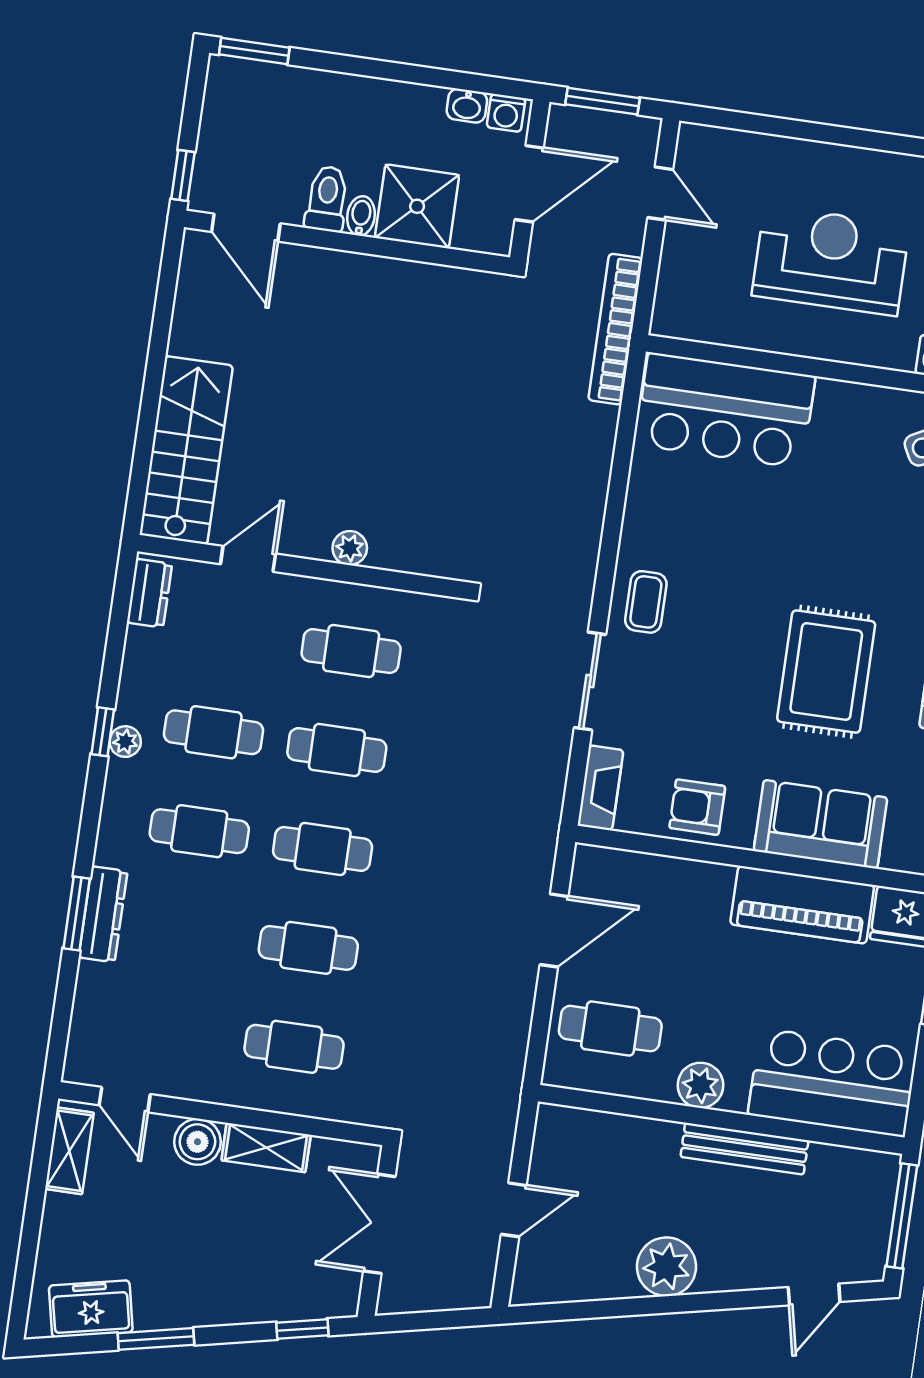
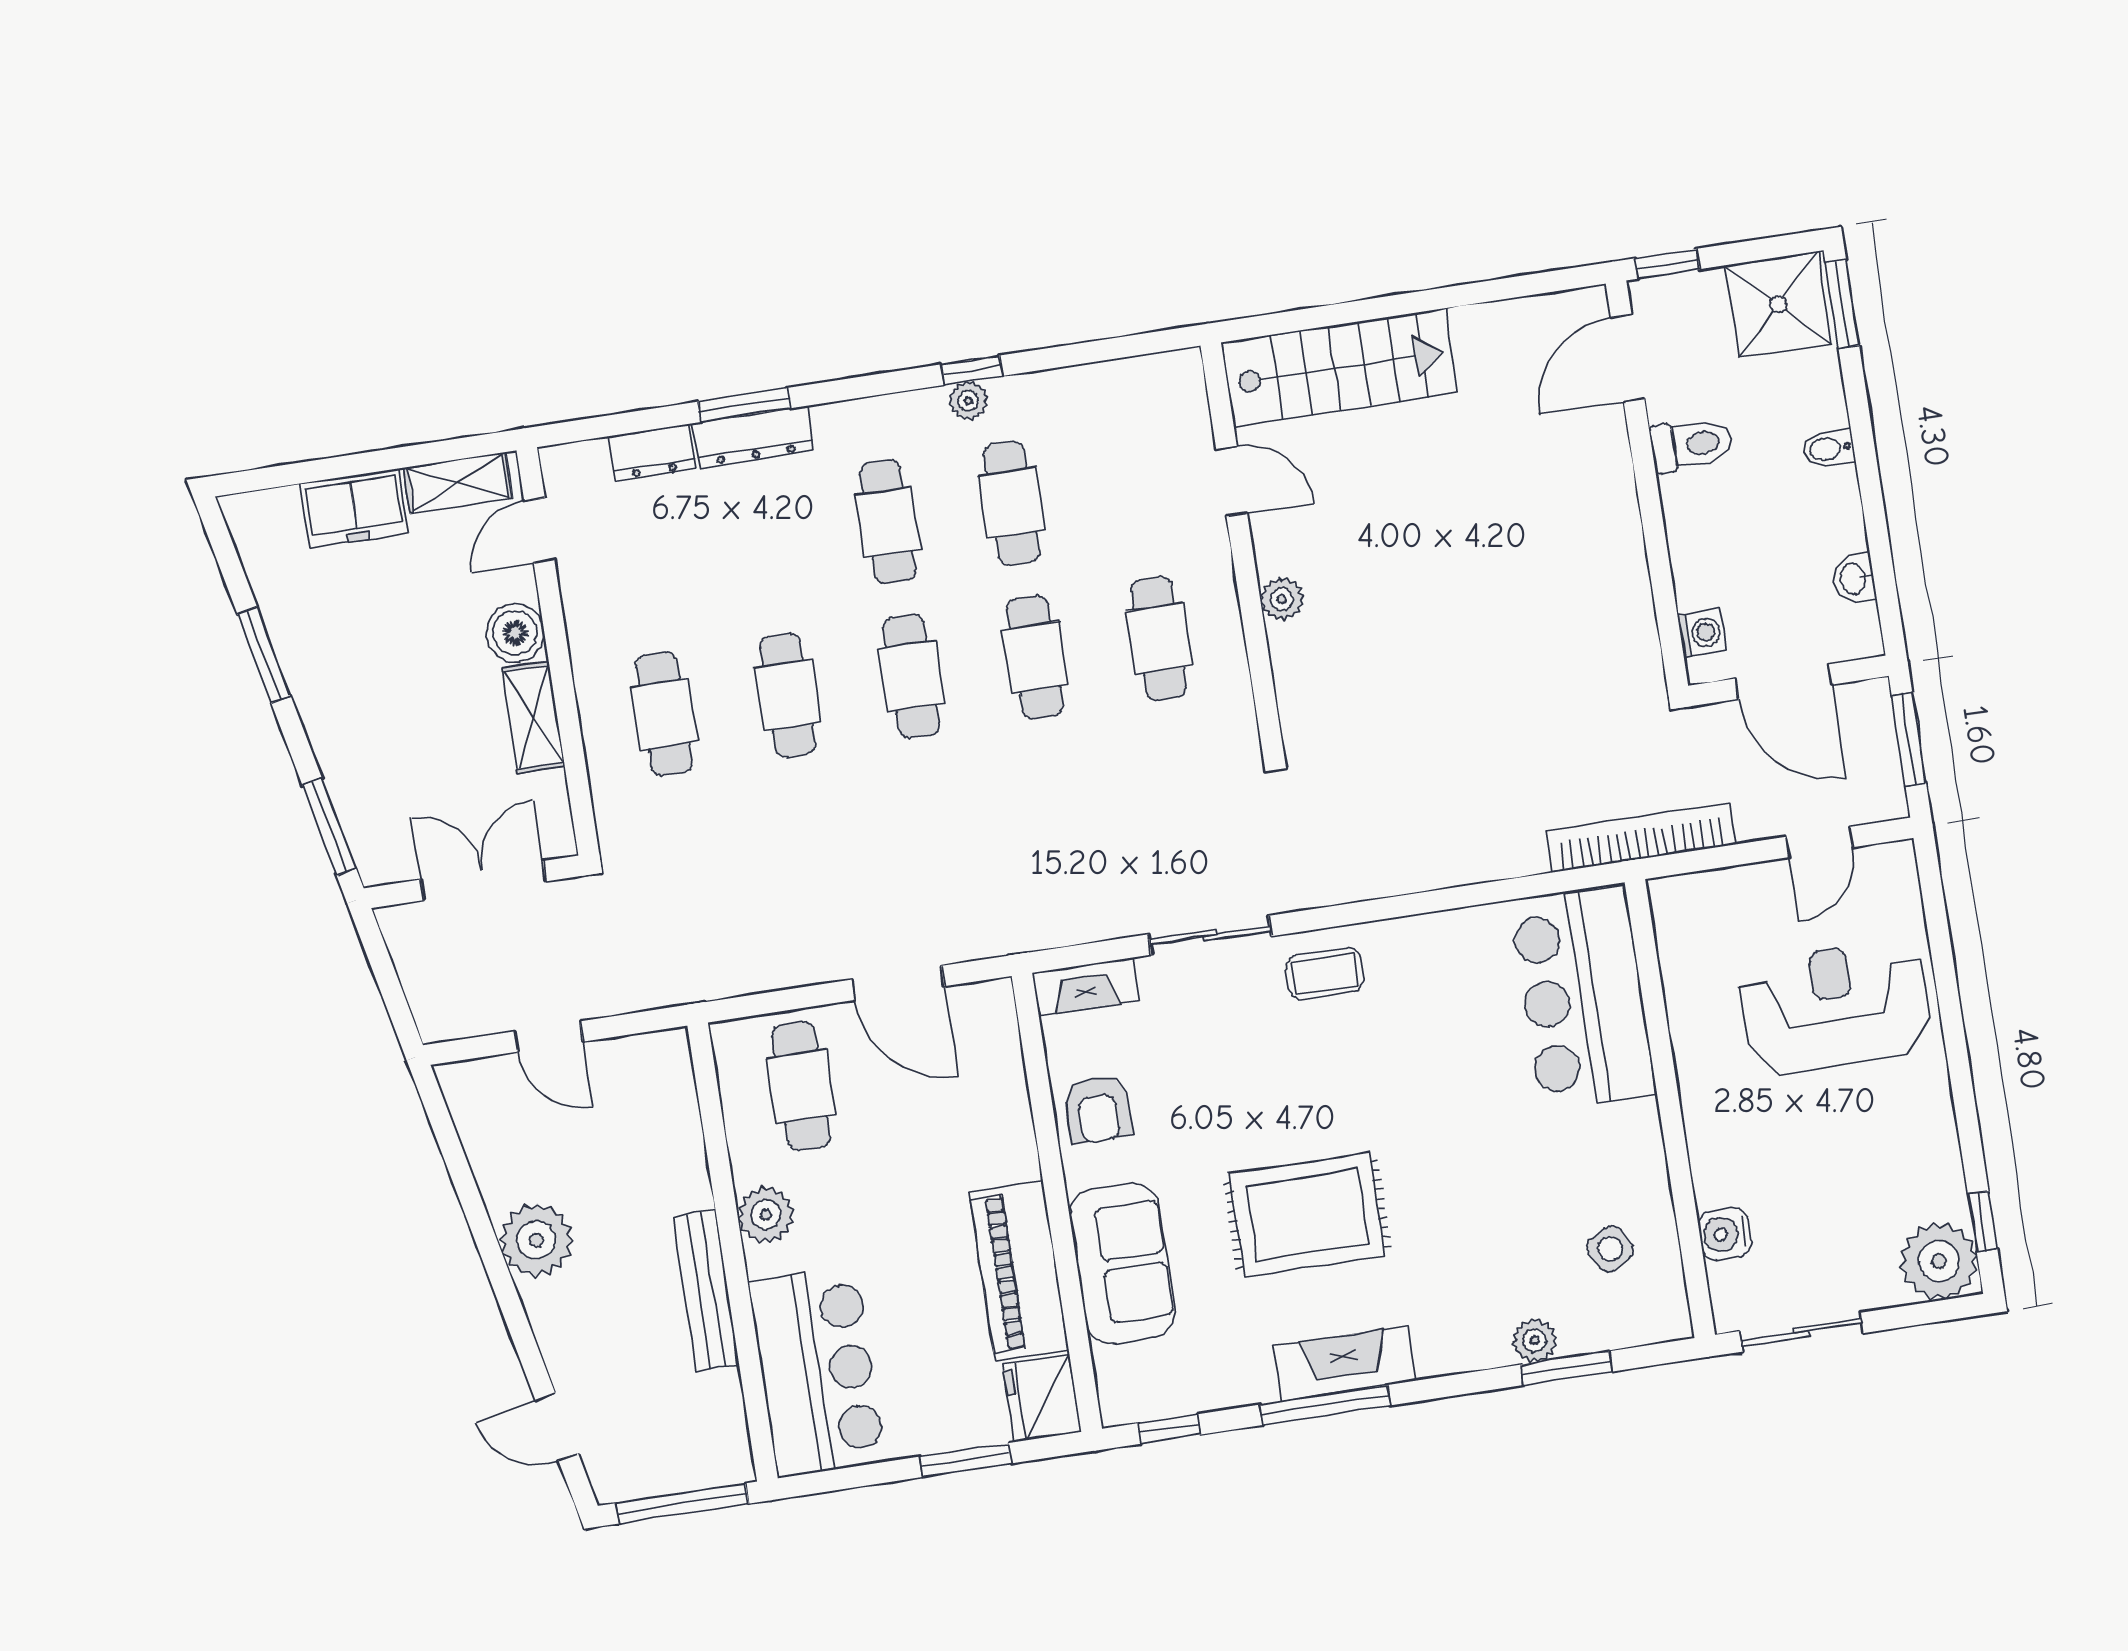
washing machine: (506, 113) -> (1702, 633), moved, turned 180
shower: (417, 206) -> (1778, 304), moved
bidet: (361, 216) -> (1829, 449), moved, turned 180
reception desk: (831, 260) -> (1835, 1007), moved, turned -90
dresser: (149, 593) -> (652, 453), moved
armchair: (697, 807) -> (1098, 1110), turned 180
freezer: (91, 1309) -> (354, 508), moved, turned 102
window: (302, 1329) -> (329, 827), width x1.50

